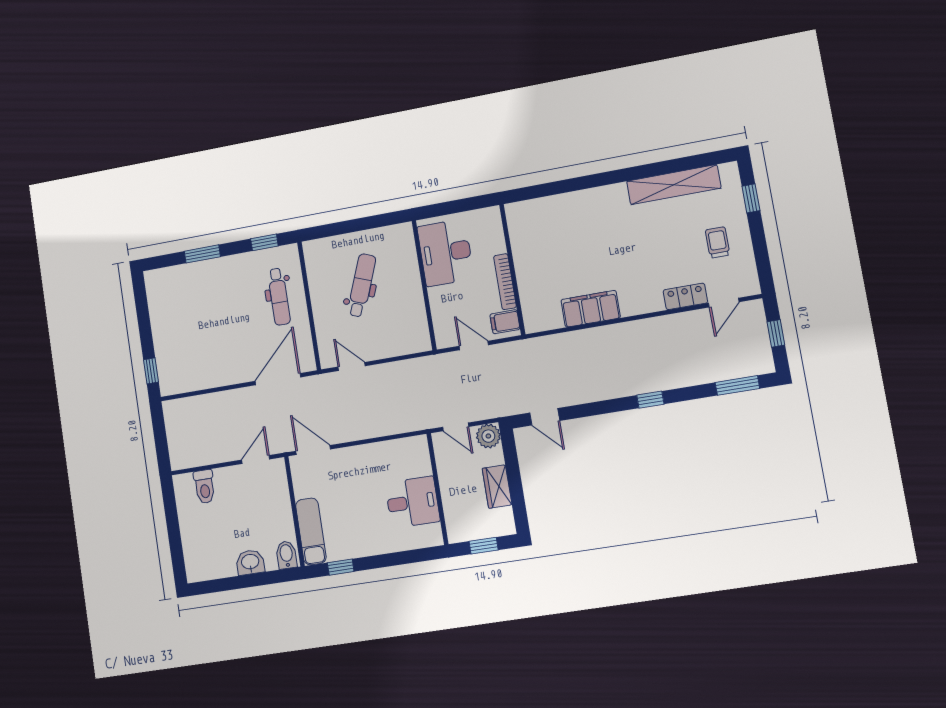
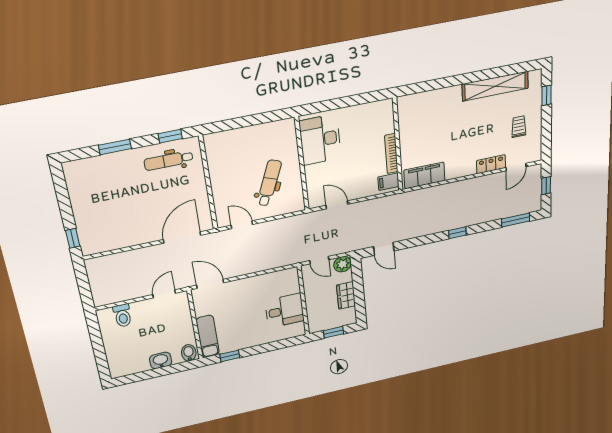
wall: (512, 269) -> (398, 145), moved
bookcase: (505, 282) -> (391, 154), moved
dental chair: (362, 285) -> (269, 183), moved
dental chair: (279, 297) -> (169, 161), moved, turned 90
filing cabinet: (505, 322) -> (388, 182), moved

